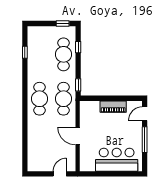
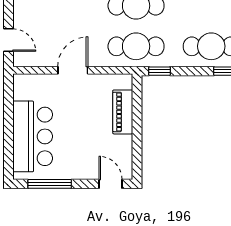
piano: (113, 107) -> (123, 112), moved
window: (145, 140) -> (50, 184), moved

